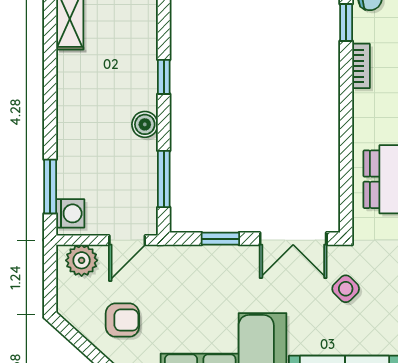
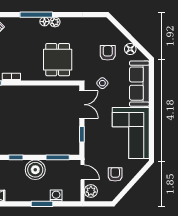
boiler: (145, 124) -> (35, 170), width x1.86, depth x1.86
window: (50, 186) -> (42, 204), moved
washing machine: (70, 213) -> (56, 196), moved

